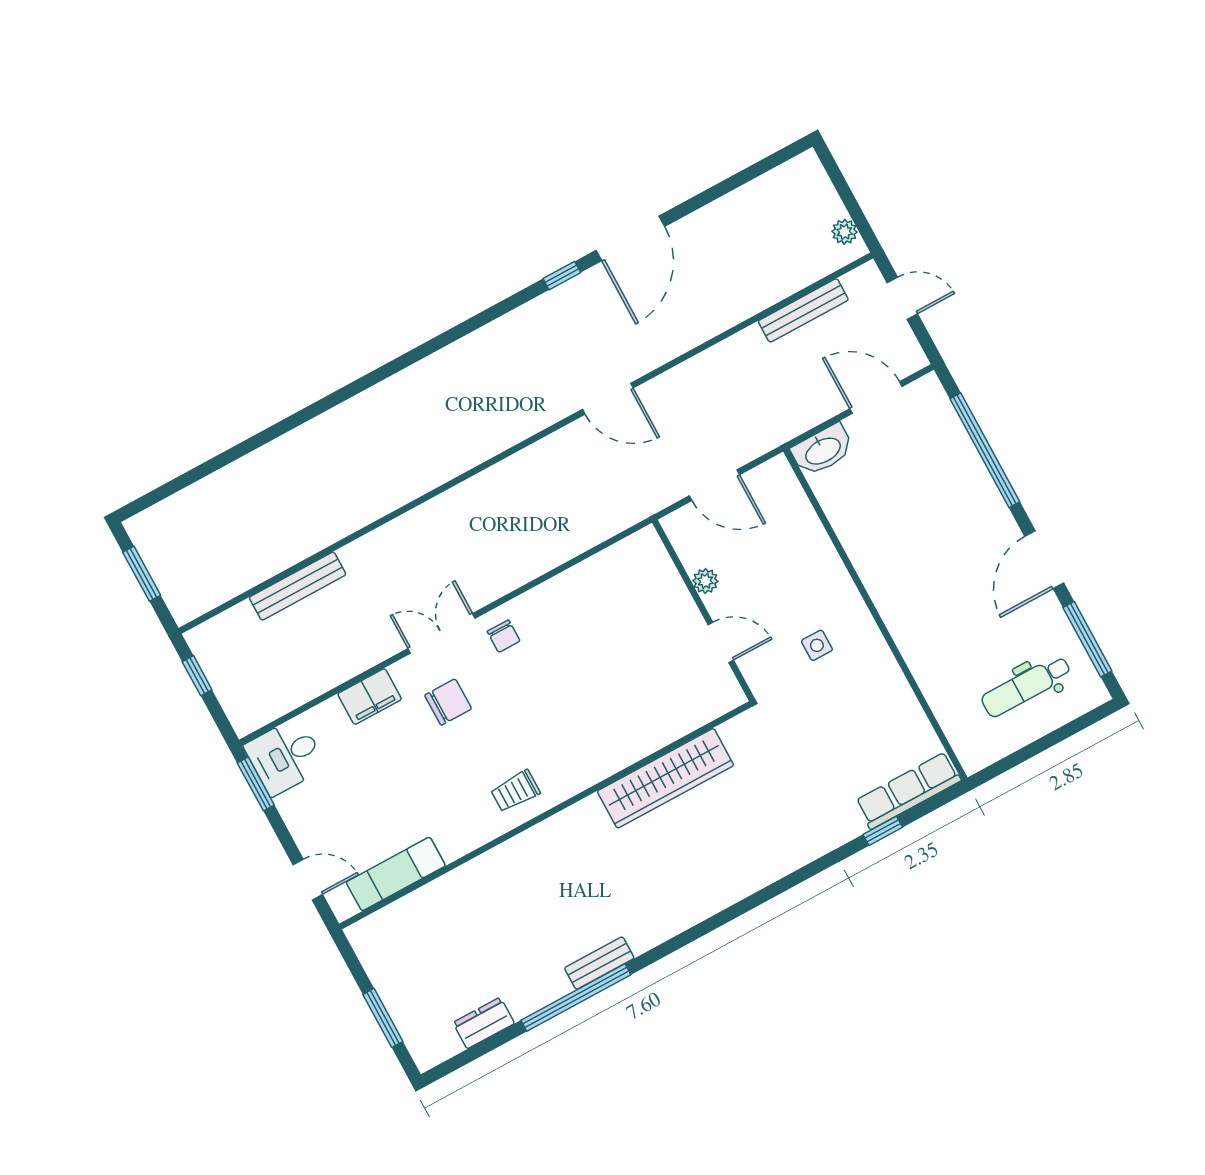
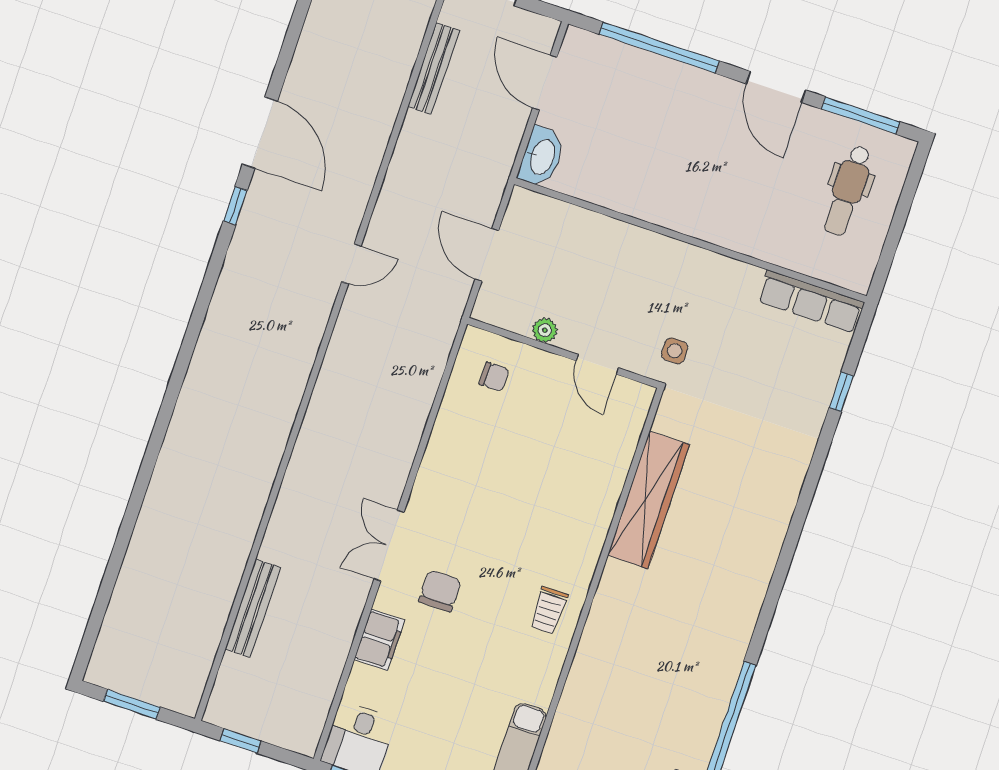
door: (876, 398) -> (545, 83), hinge flipped
door: (608, 399) -> (351, 264), width x0.73
door: (714, 485) -> (487, 255), swing flipped
chair: (504, 636) -> (494, 377), moved
door: (721, 642) -> (597, 364), swing flipped
side table: (817, 645) -> (675, 351), moved
row of seats: (908, 791) -> (811, 302), moved, turned -90
bench: (599, 963) -> (725, 678), removed

